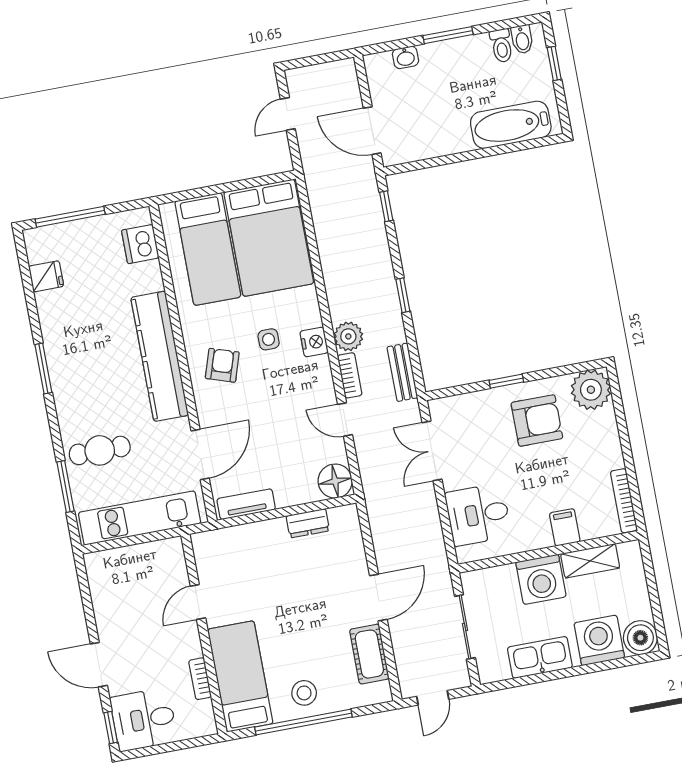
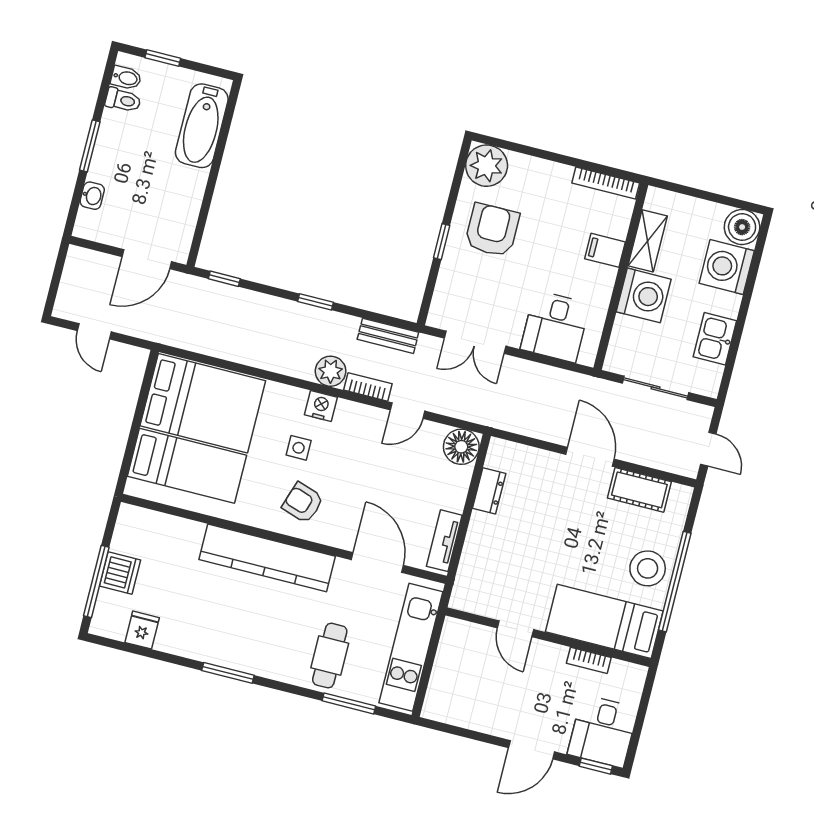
dishwasher: (140, 244) -> (120, 573), moved, turned -90
kitchen sink: (540, 657) -> (715, 339), width x0.73
stool: (304, 693) -> (648, 568), width x1.38, depth x1.38

